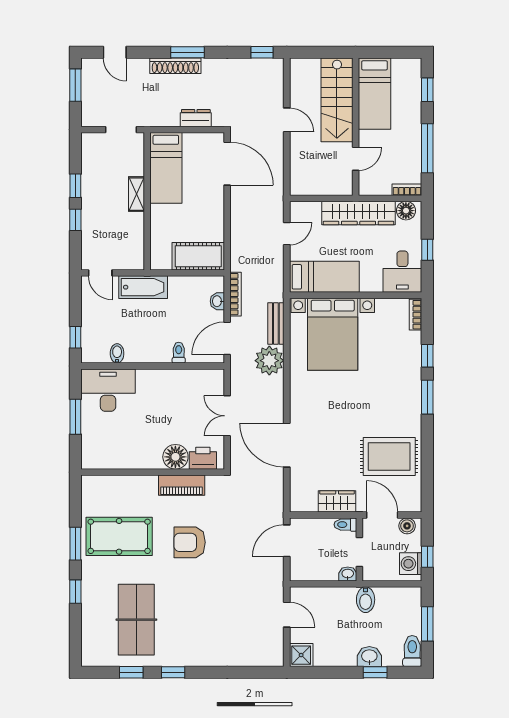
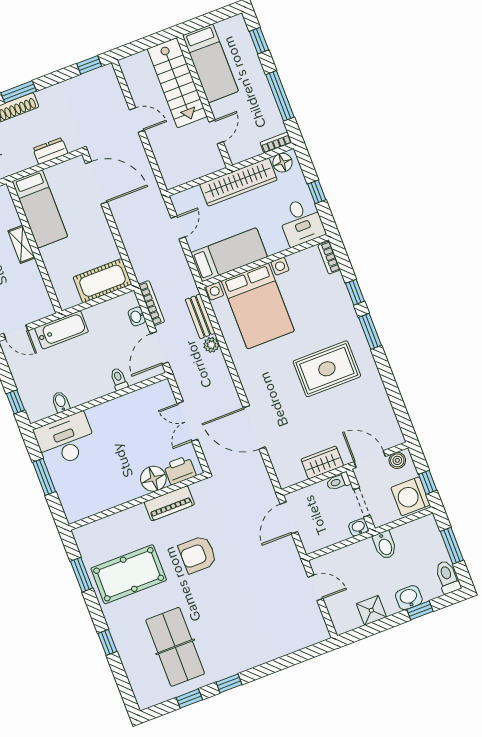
plant: (269, 361) -> (211, 345), width x0.53, depth x0.53
rug: (389, 456) -> (327, 369), moved
window: (75, 544) -> (82, 575), moved
washing machine: (411, 564) -> (410, 496), width x1.37, depth x1.37
shower: (301, 655) -> (371, 610), moved

